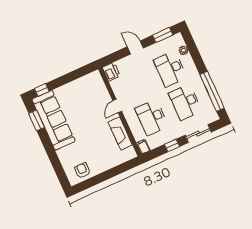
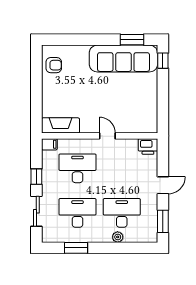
plant: (184, 50) -> (118, 237), moved
window: (212, 91) -> (76, 248), width x0.47
fireplace: (120, 134) -> (60, 125), moved

